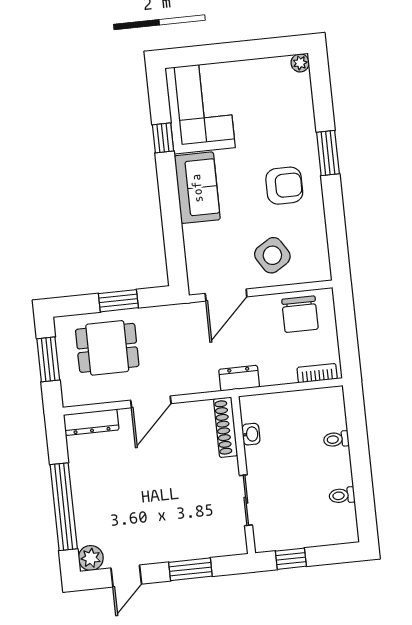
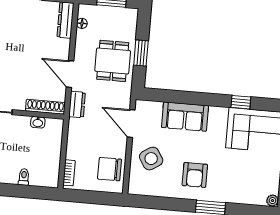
sofa: (197, 188) -> (185, 117), moved
dining table: (107, 348) -> (113, 61), moved
dresser: (239, 378) -> (77, 104), moved
floor lamp: (91, 397) -> (82, 23), added
door: (151, 402) -> (70, 74), moved

